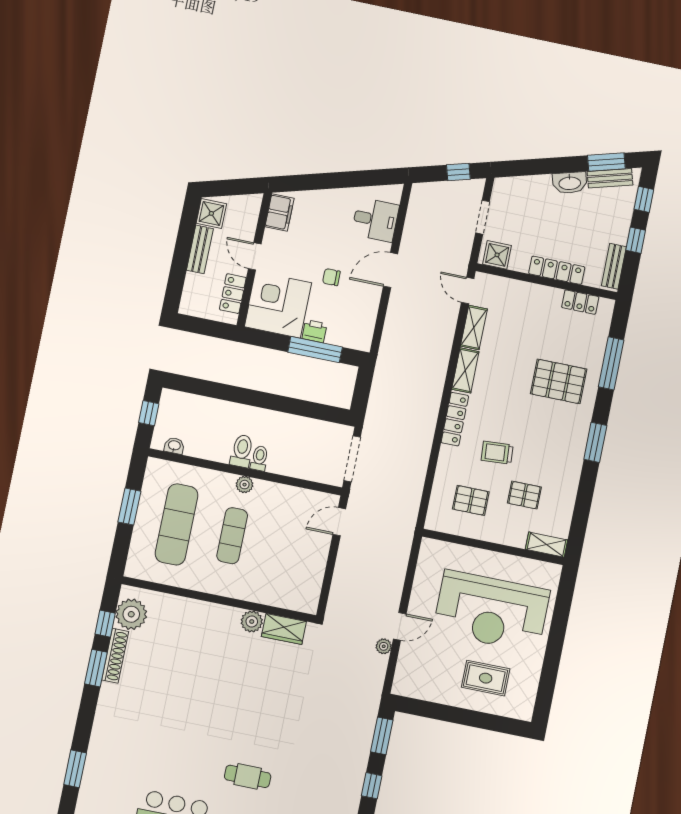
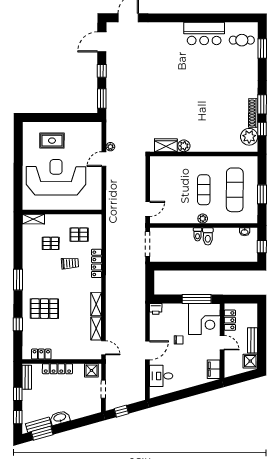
printer: (314, 331) -> (156, 309), moved
window: (315, 350) -> (197, 299), moved
window: (611, 363) -> (18, 324), width x0.46
locker: (455, 419) -> (97, 263), moved
cafe table: (248, 776) -> (242, 40), moved

